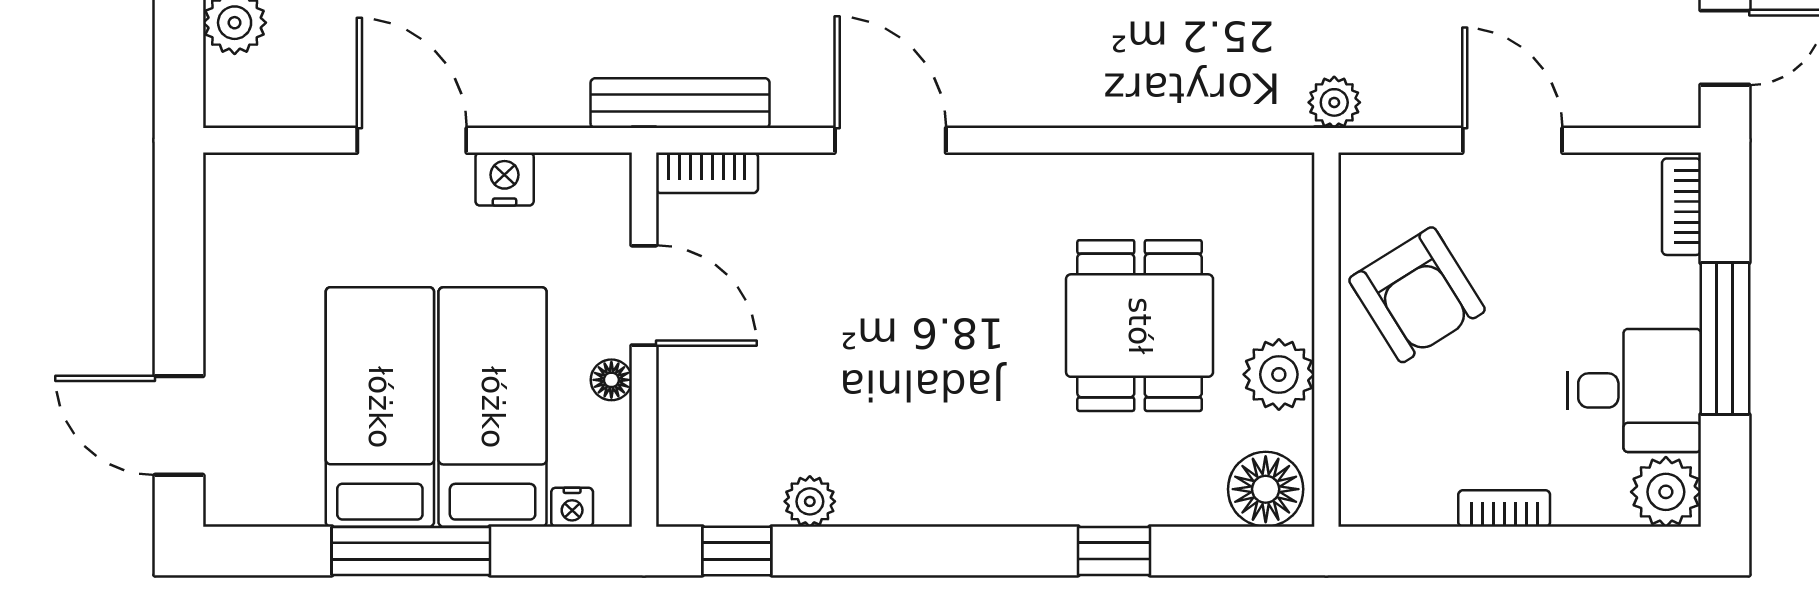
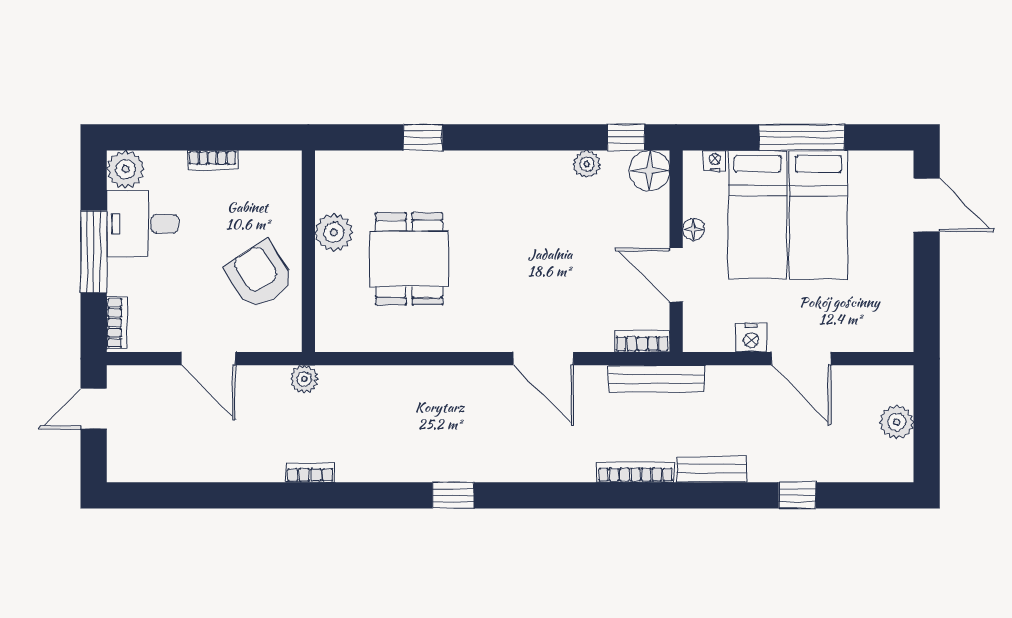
floor lamp: (1266, 489) -> (649, 171), moved

